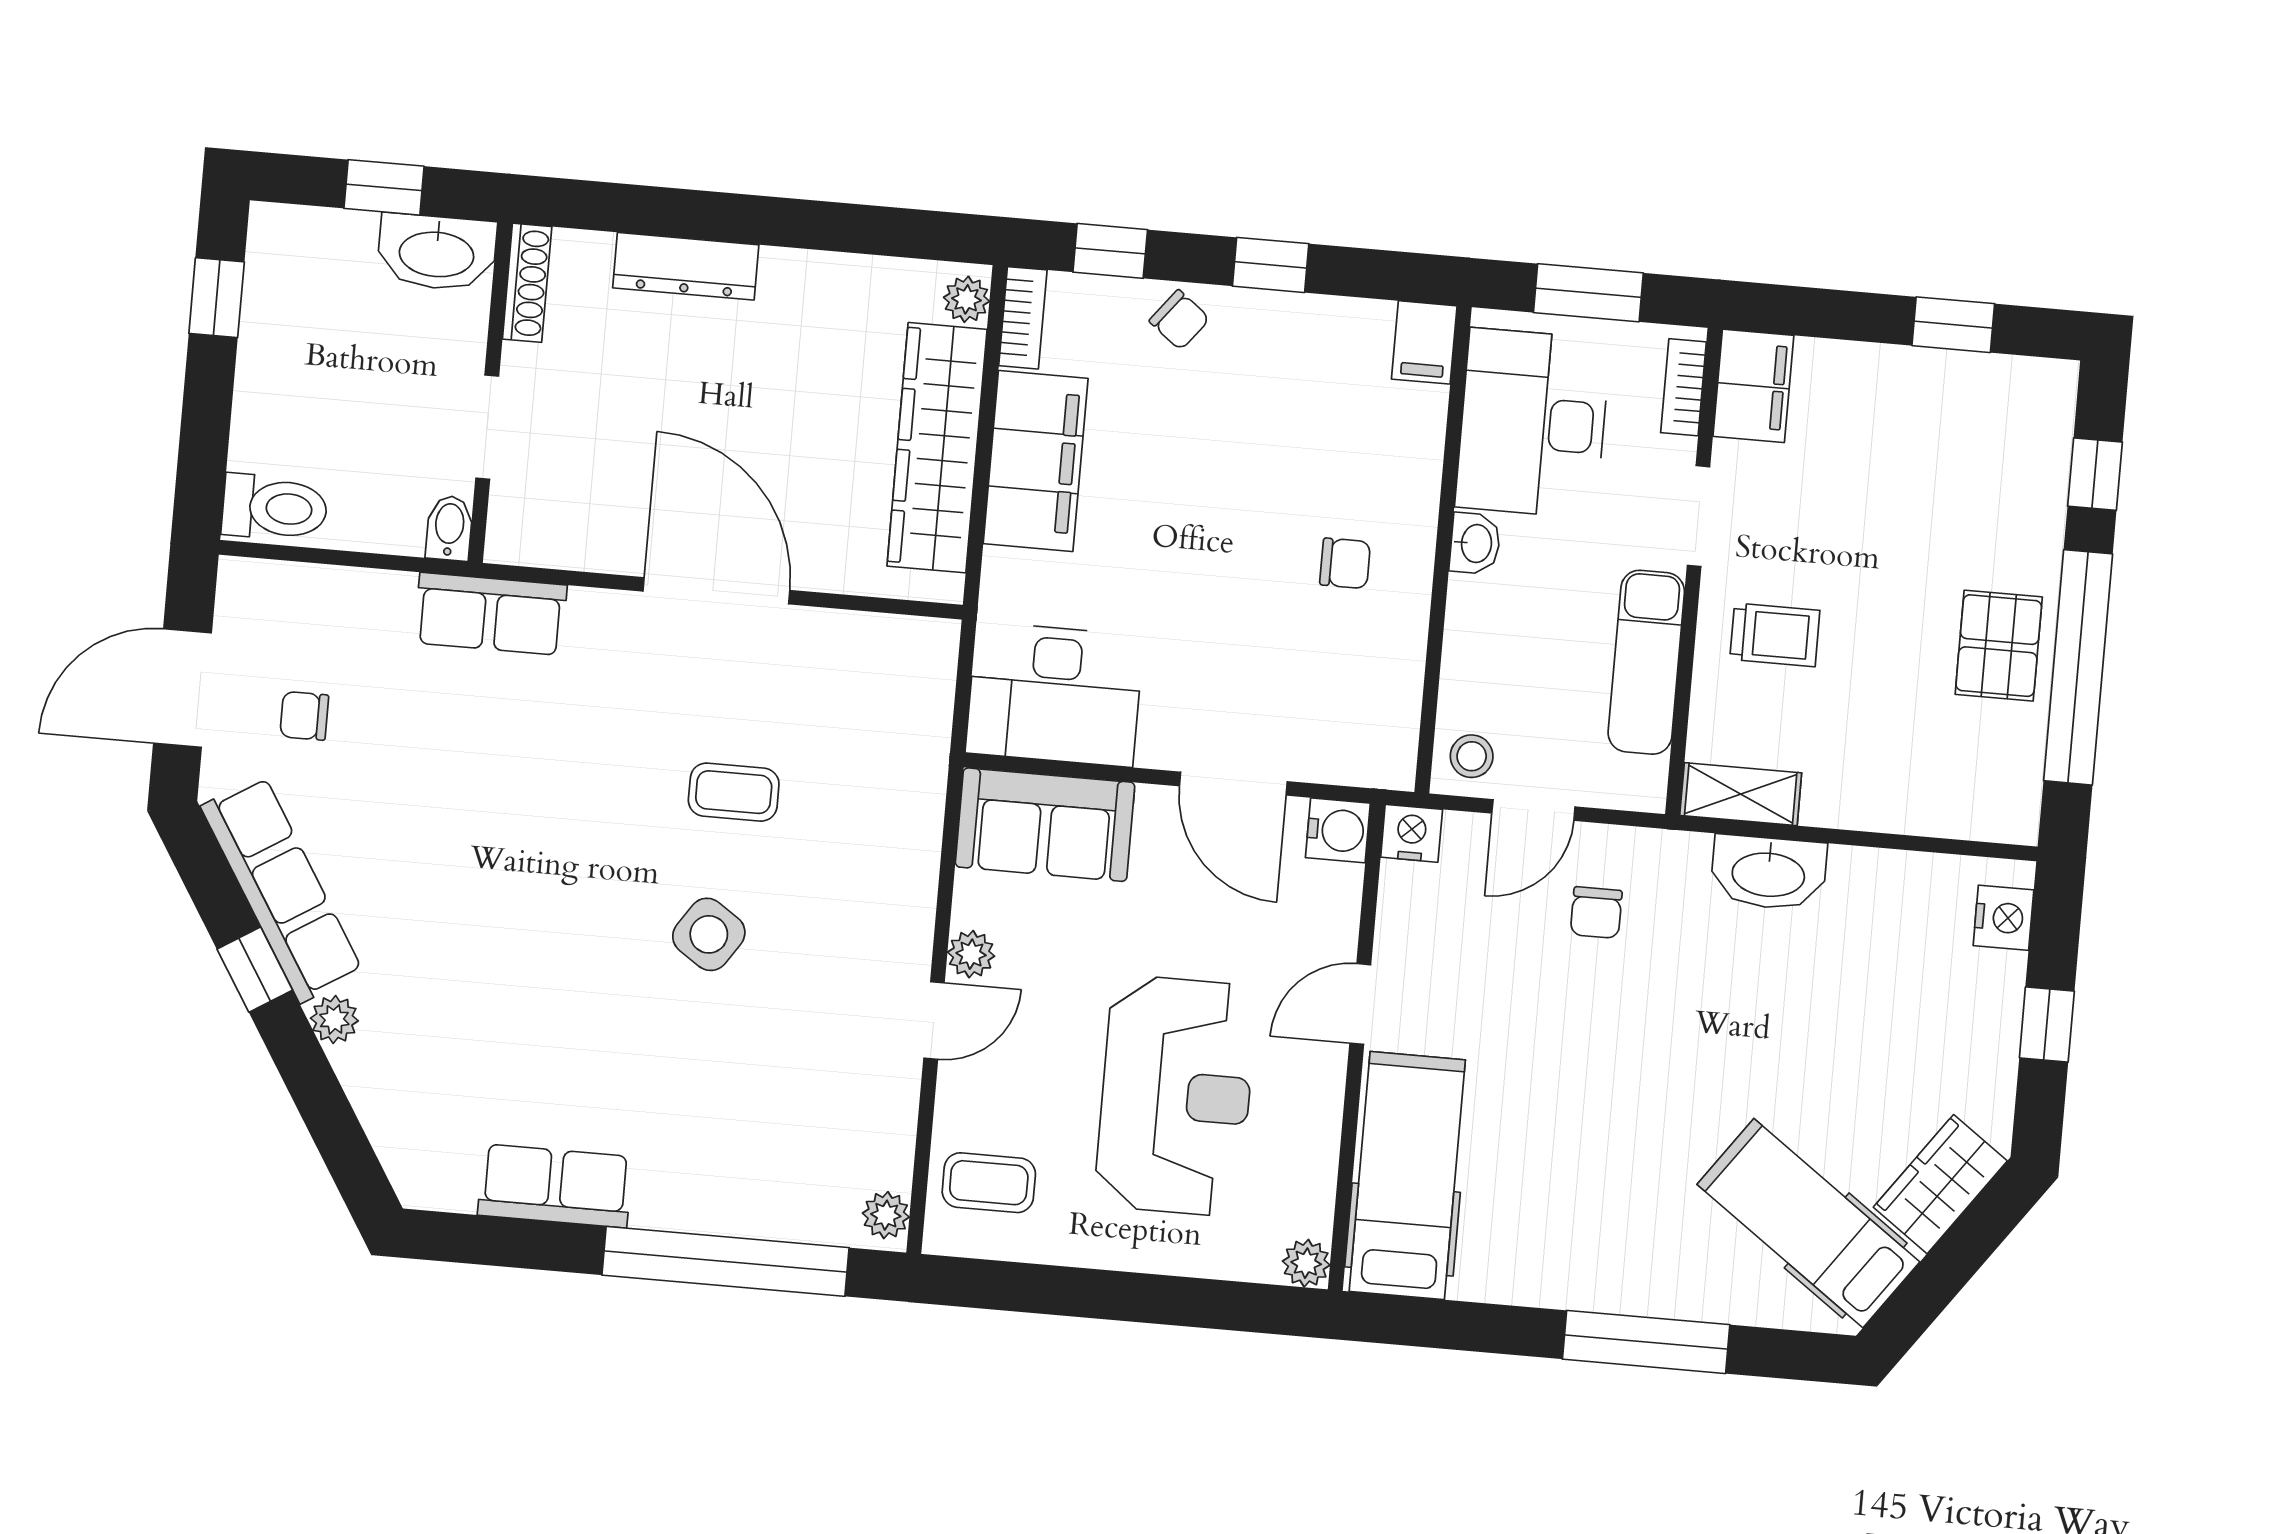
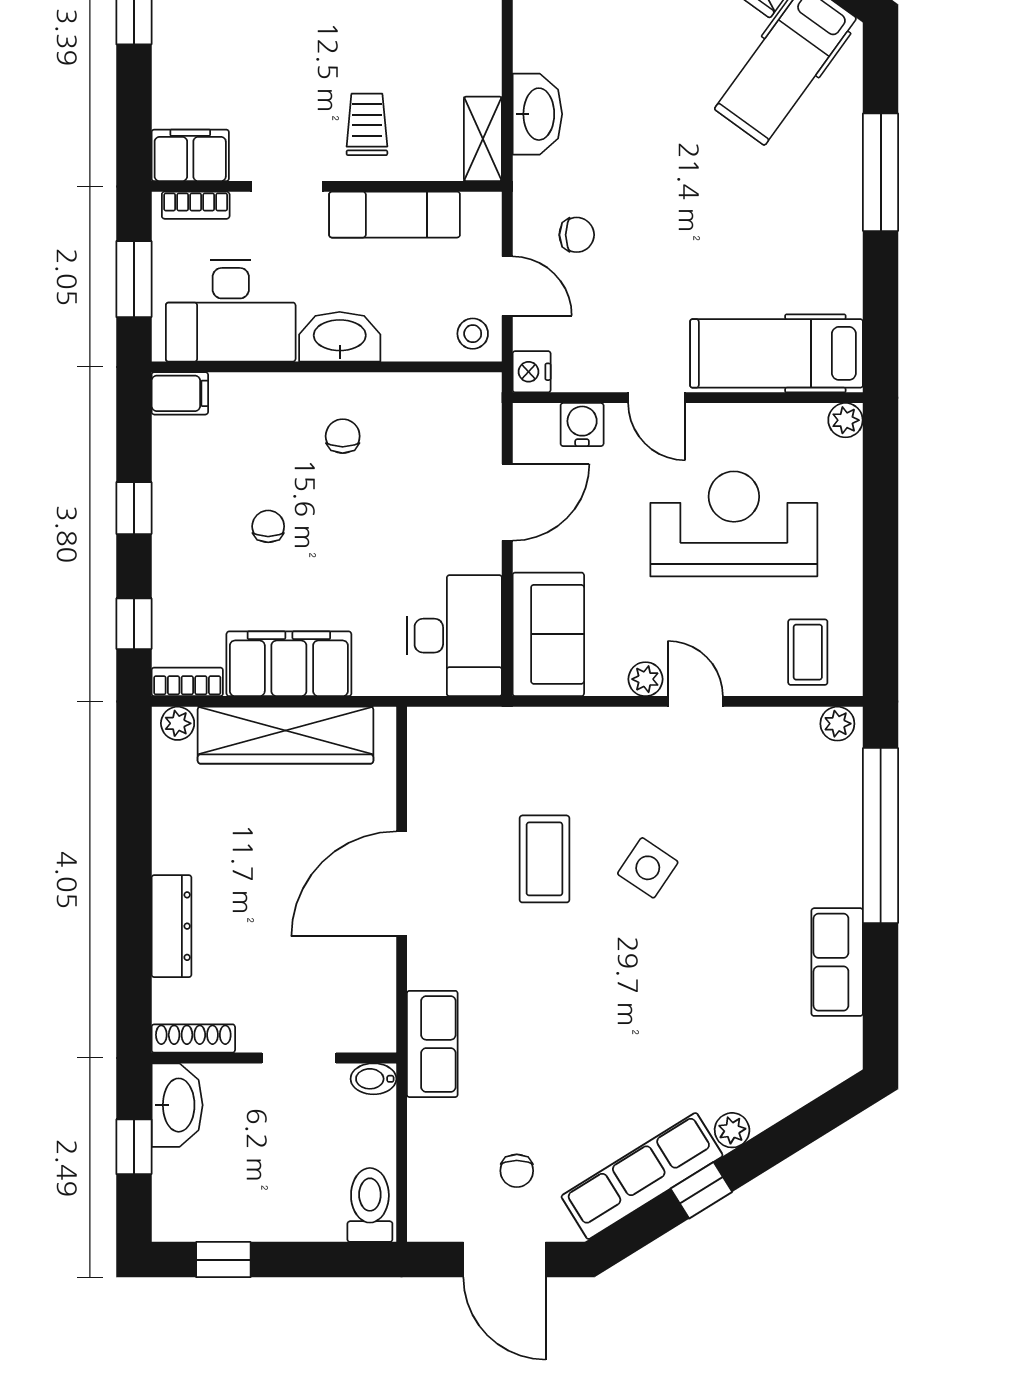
chair: (1179, 320) -> (268, 526), moved, turned -38
washbasin: (1475, 543) -> (340, 337), width x1.91, depth x1.45
coffee table: (734, 792) -> (544, 859), width x1.36, depth x1.30
water cooler: (1338, 830) -> (582, 425), moved

